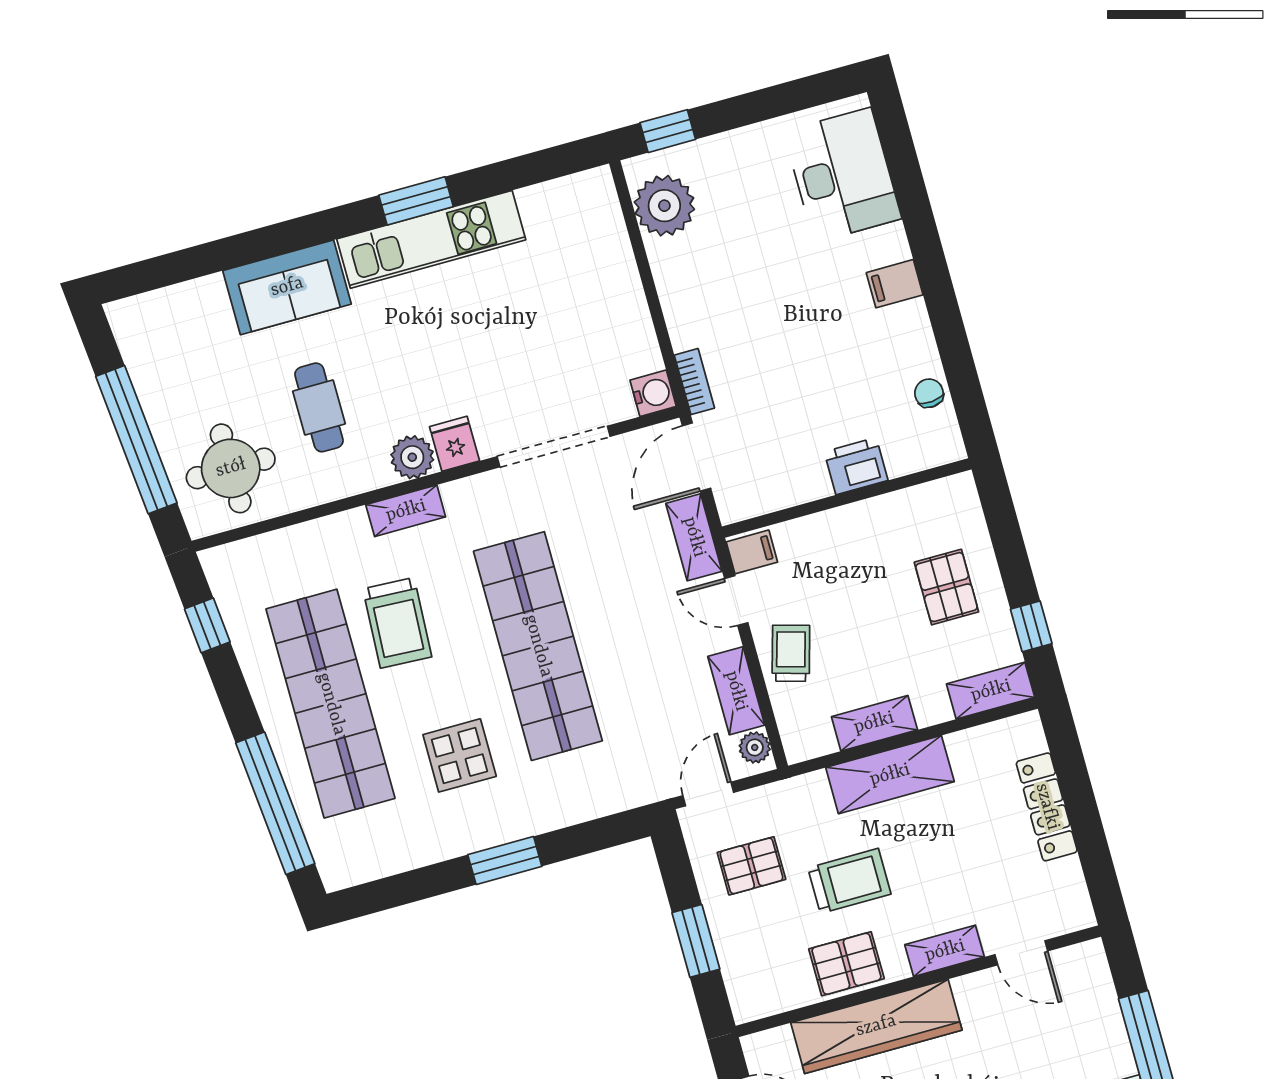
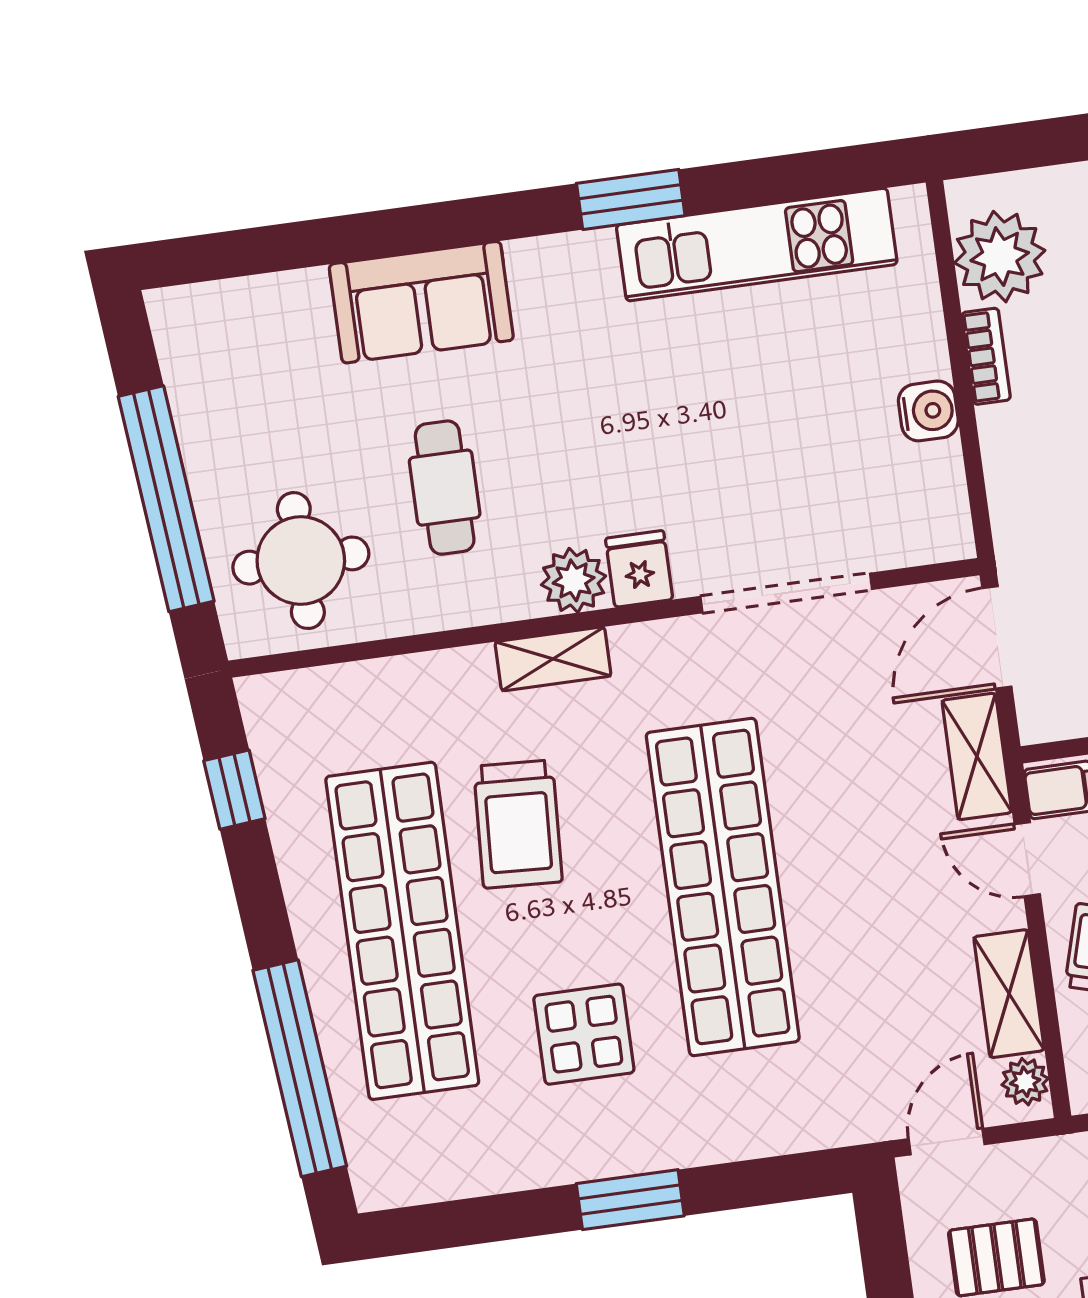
window: (668, 131) -> (1020, 146), removed
kitchen unit: (431, 239) -> (757, 245), moved
bookcase: (694, 382) -> (986, 356), moved
water cooler: (653, 393) -> (928, 411), moved

